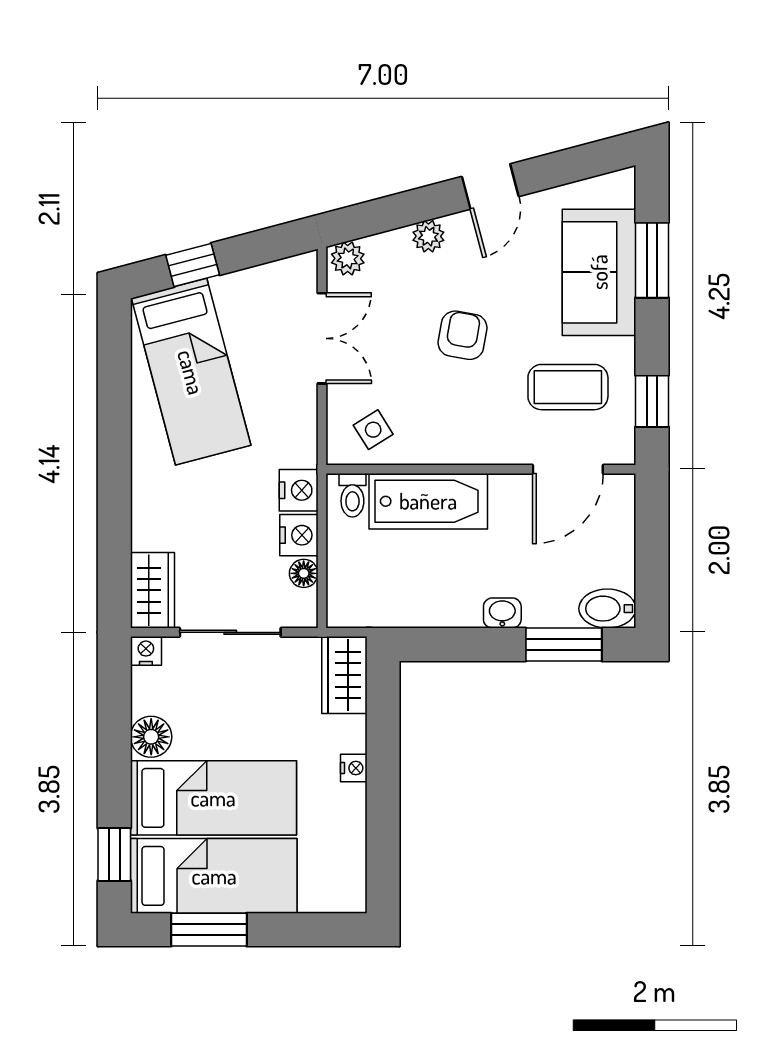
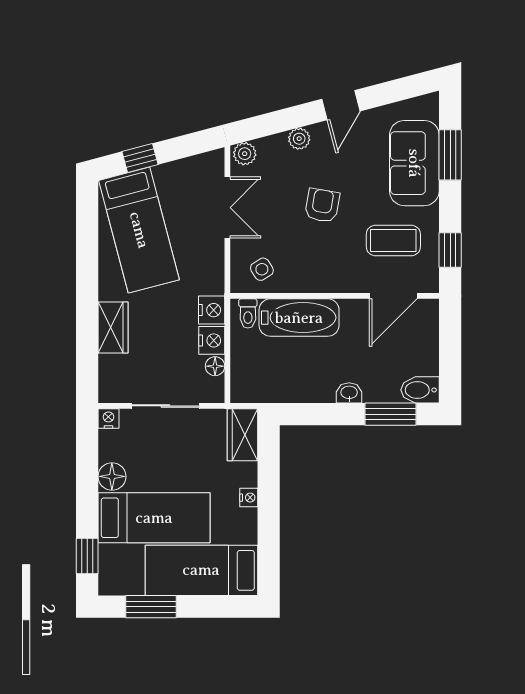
wardrobe: (152, 590) -> (113, 328), moved
bed: (214, 876) -> (201, 570), moved, turned 180

